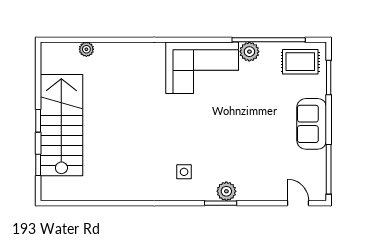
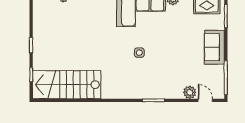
stairs: (61, 125) -> (67, 85), moved, turned -90
side table: (184, 172) -> (139, 53), moved
plant: (226, 191) -> (190, 92), moved

